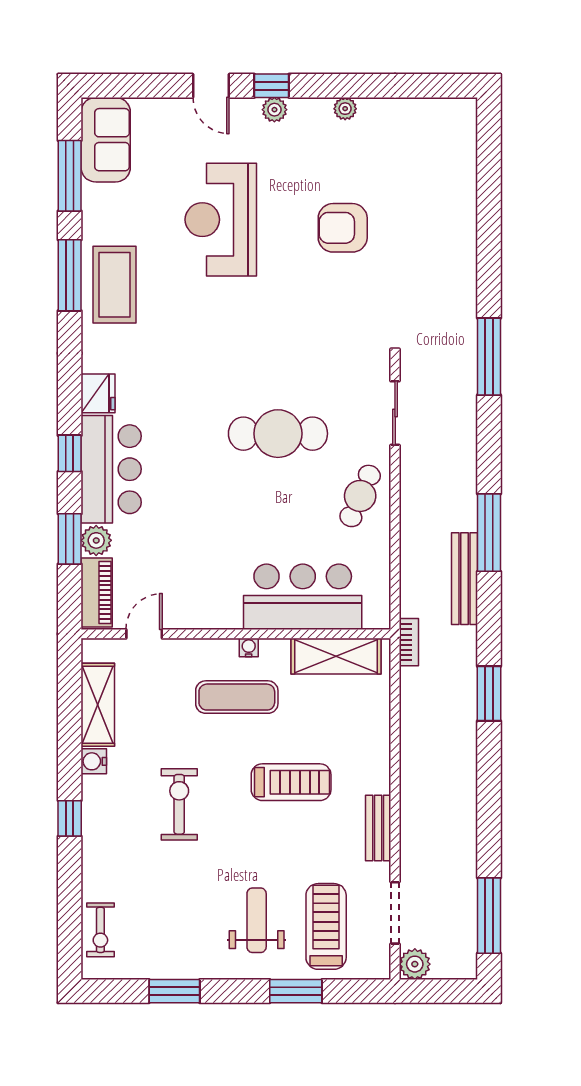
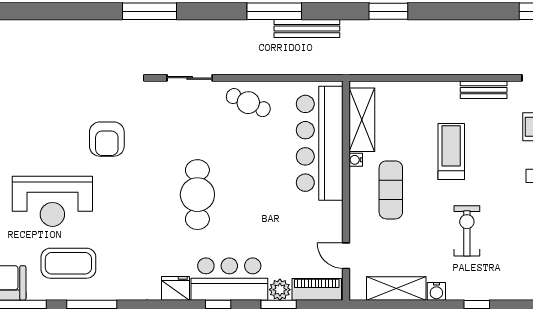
armchair: (343, 228) -> (107, 139), moved
coffee table: (115, 285) -> (68, 263), moved
cafe table: (278, 434) -> (197, 195), moved
bar counter: (303, 597) -> (320, 143), width x1.36
bookcase: (409, 642) -> (352, 68), removed
water cooler: (249, 648) -> (356, 160), moved
exercise bike: (179, 804) -> (467, 231), turned 90

